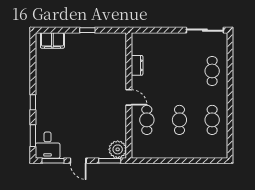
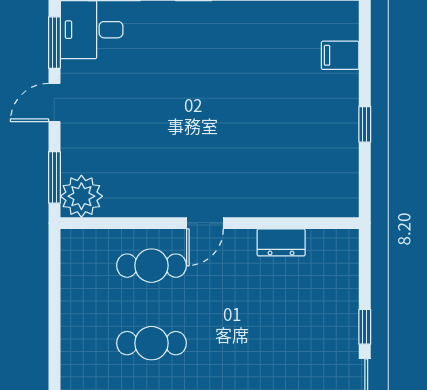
window: (173, 30) -> (365, 327), added
filing cabinet: (52, 40) -> (340, 55), width x0.50

